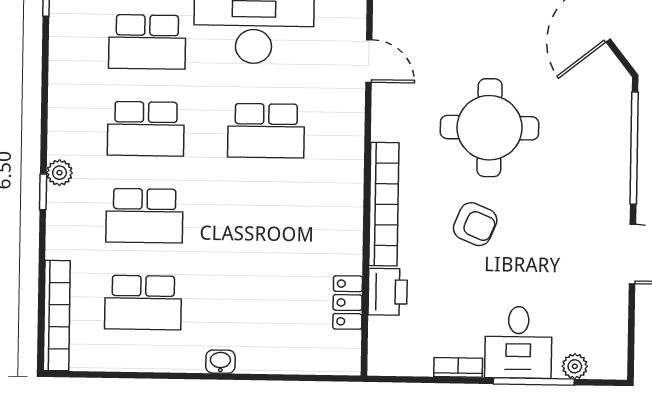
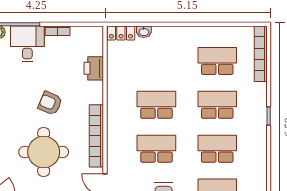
plant: (60, 173) -> (260, 126), removed
bookcase: (384, 204) -> (96, 136), moved
school desk: (265, 218) -> (156, 105), added
locker: (348, 303) -> (121, 33), moved, turned 90
washbasin: (220, 362) -> (144, 32), moved

